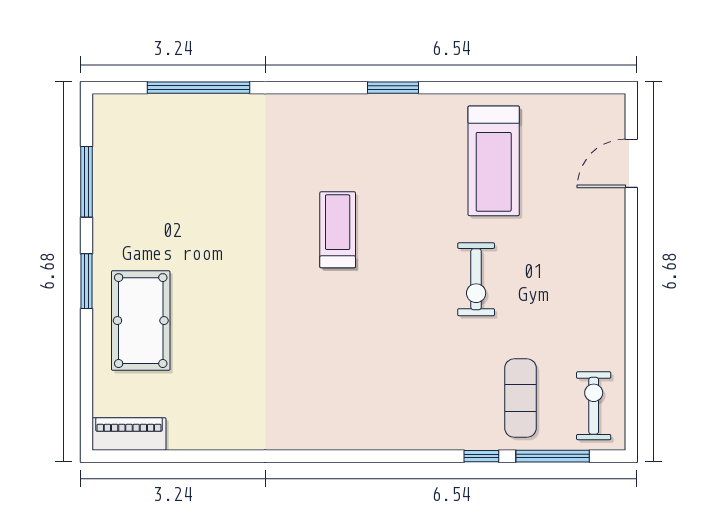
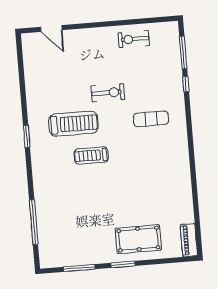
treadmill: (494, 161) -> (73, 124), moved
exercise mat: (521, 398) -> (151, 119), moved
exercise bike: (594, 406) -> (134, 39), moved

